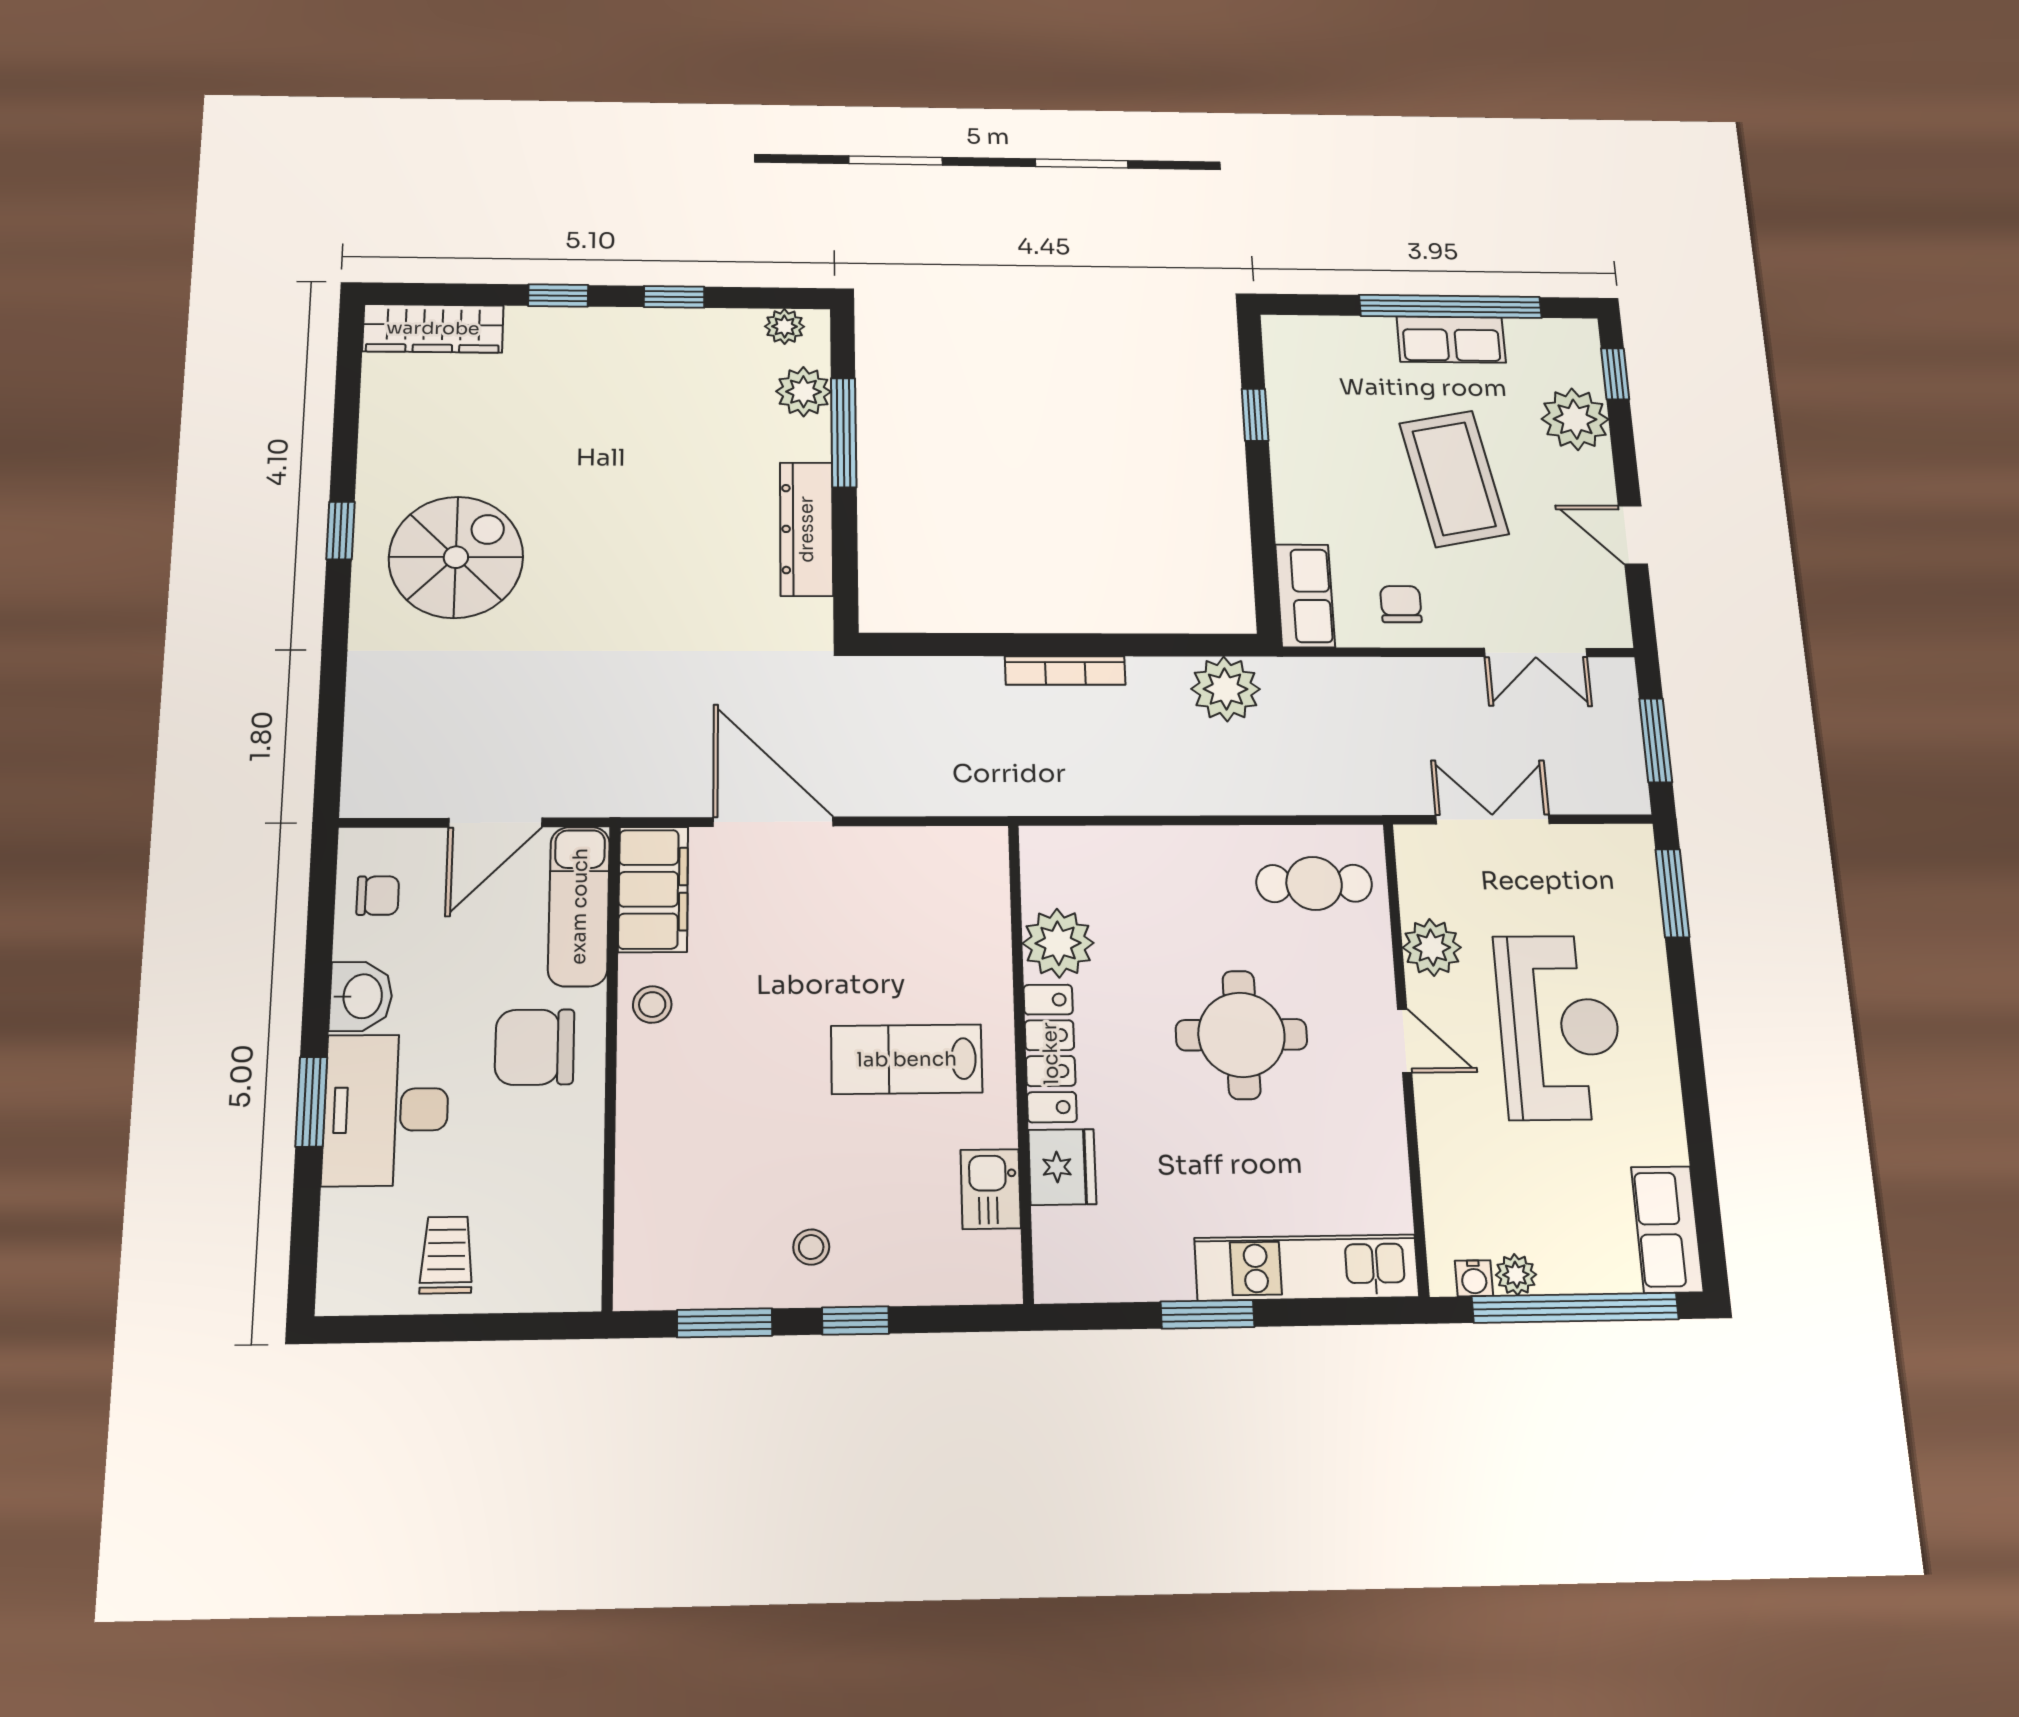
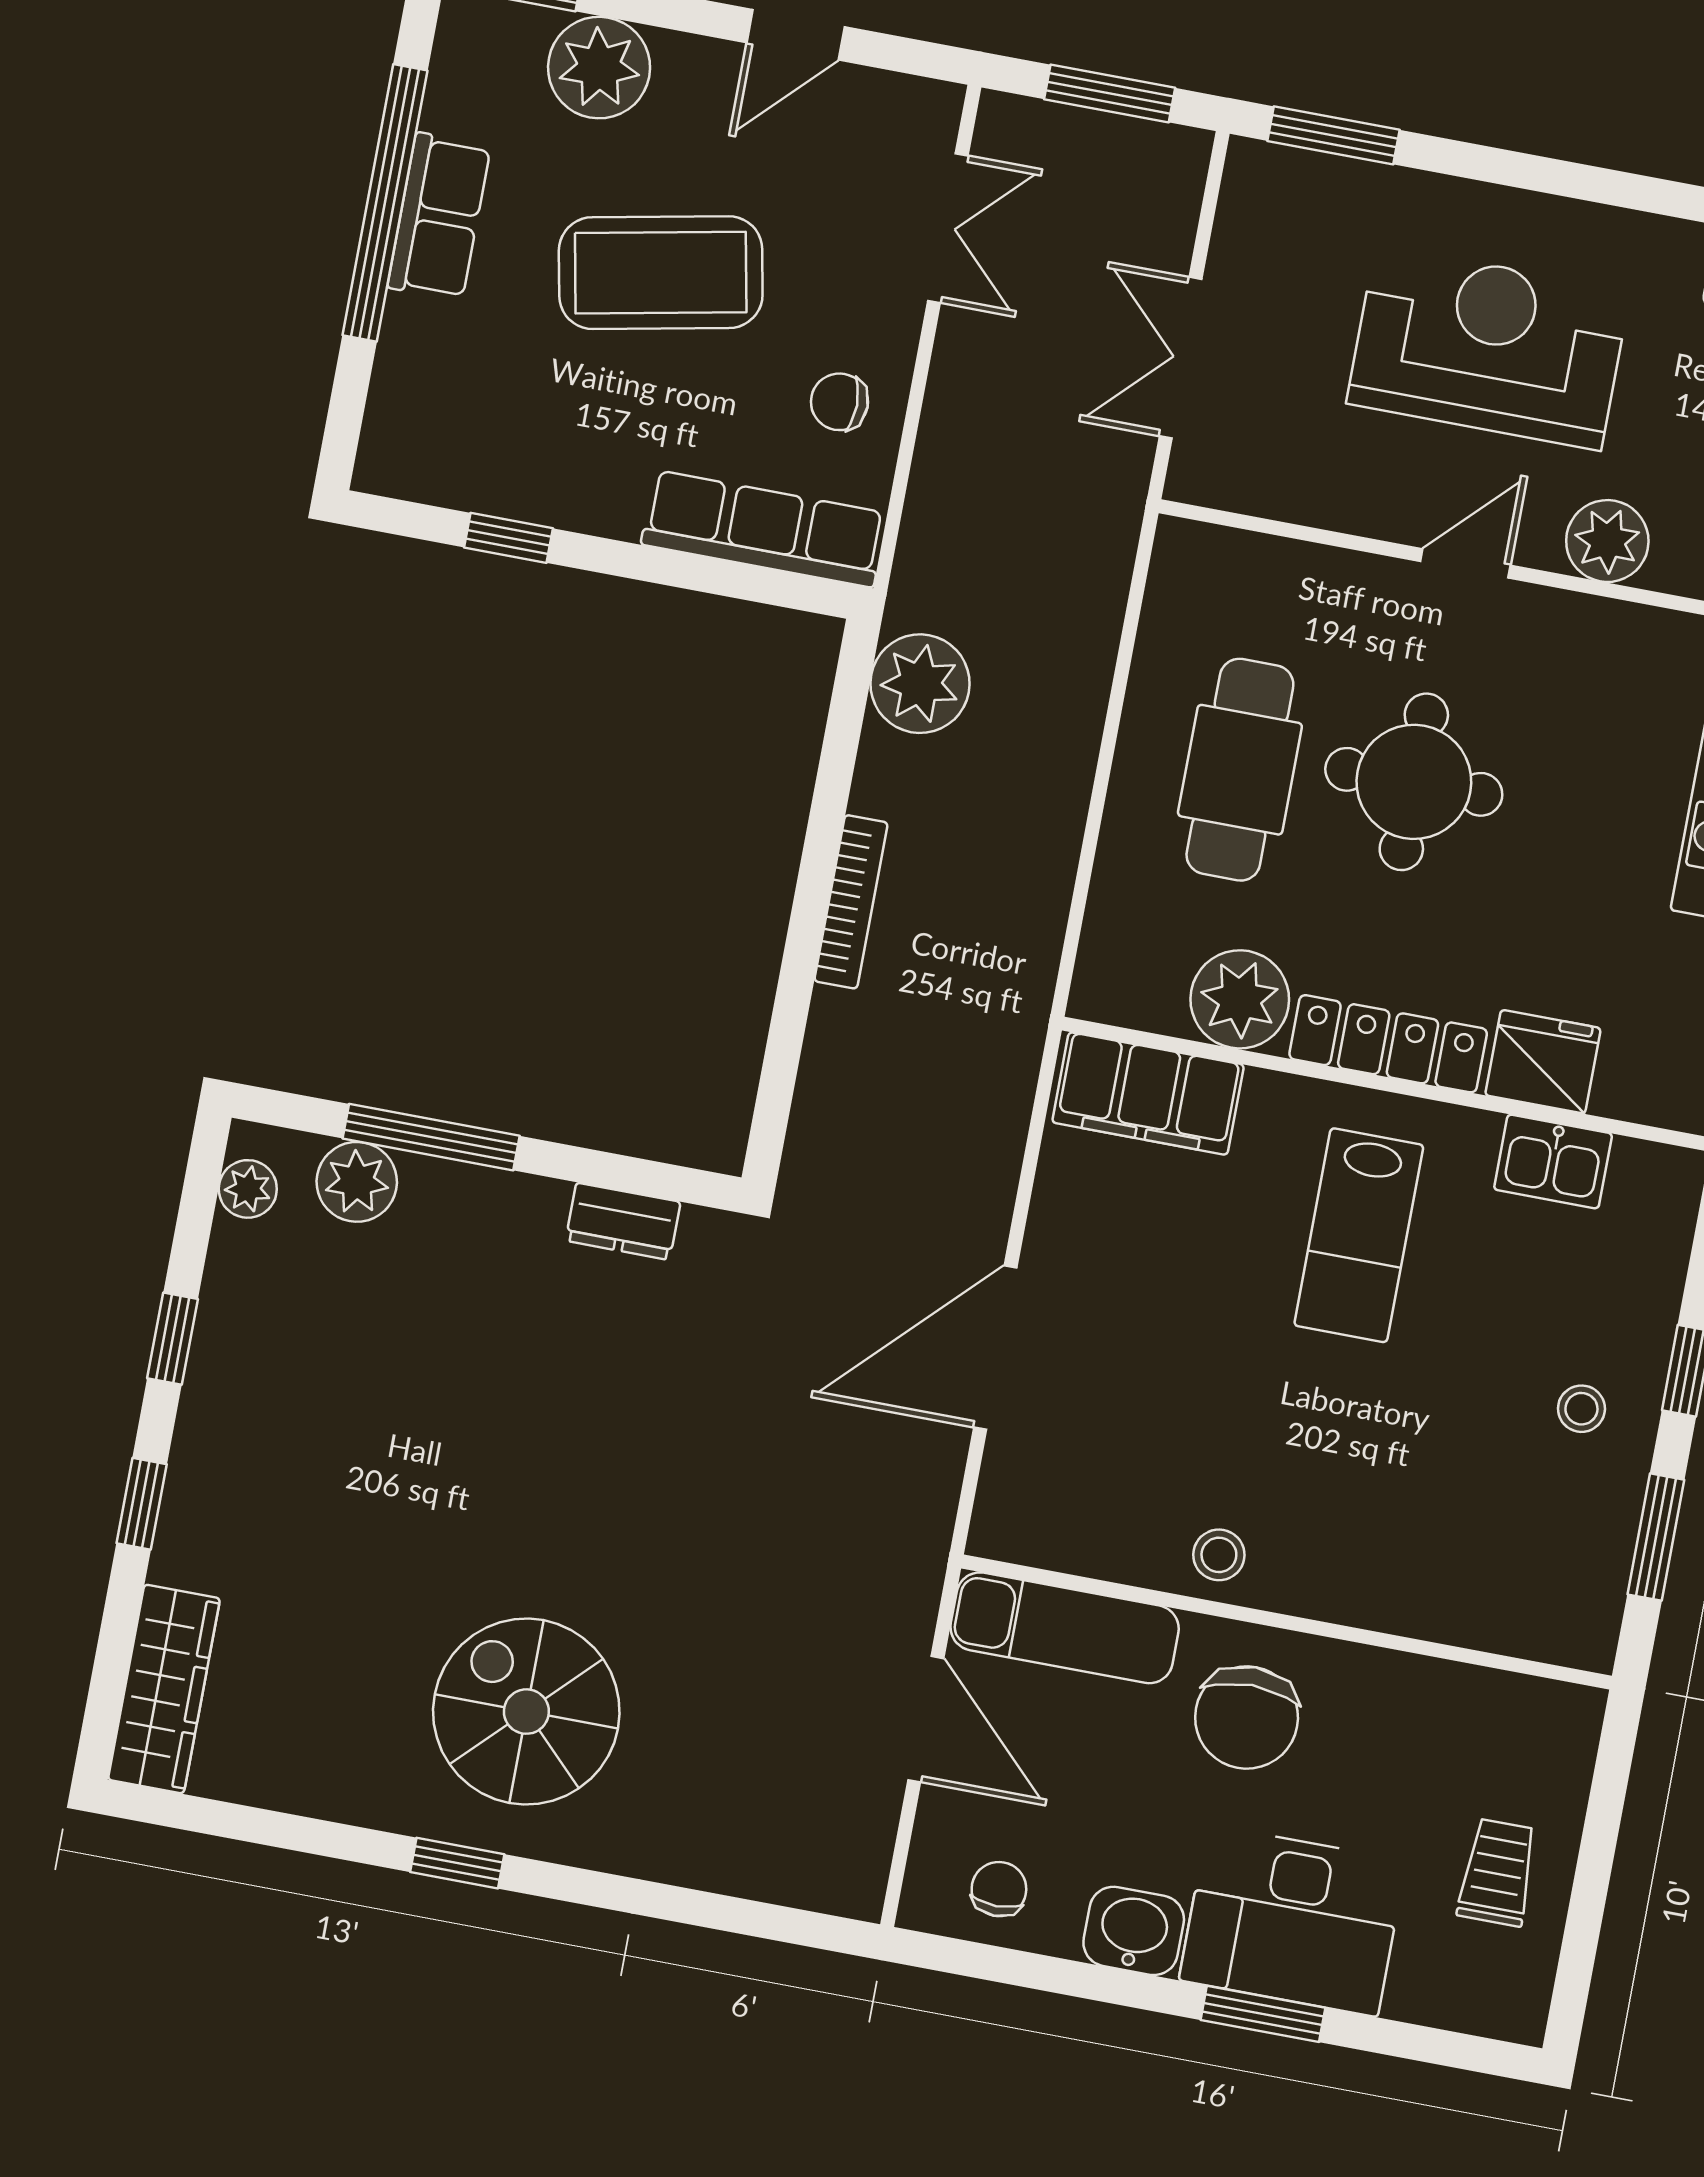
dresser: (806, 529) -> (623, 1221), width x0.51, depth x0.80
row of seats: (1305, 596) -> (764, 529), width x1.48
cafe table: (1314, 883) -> (1240, 770), moved, width x1.37, depth x1.35
filing cabinet: (653, 889) -> (1148, 1094), moved, turned 180
plant: (1432, 947) -> (1607, 541), moved
trolley: (446, 1255) -> (1498, 1872), turned 90

